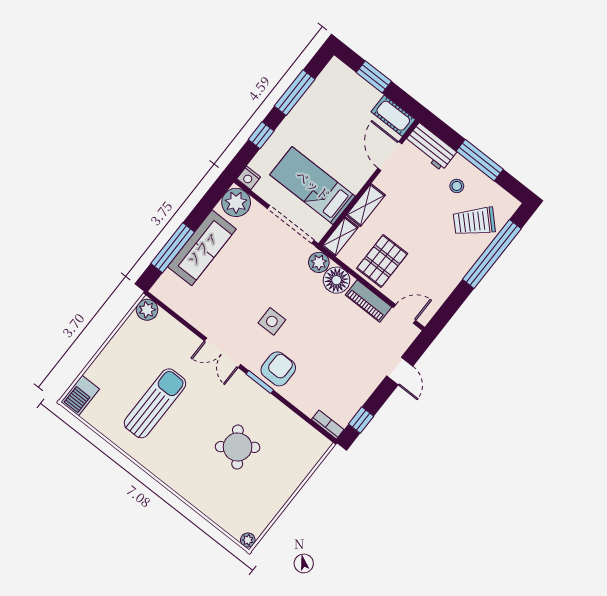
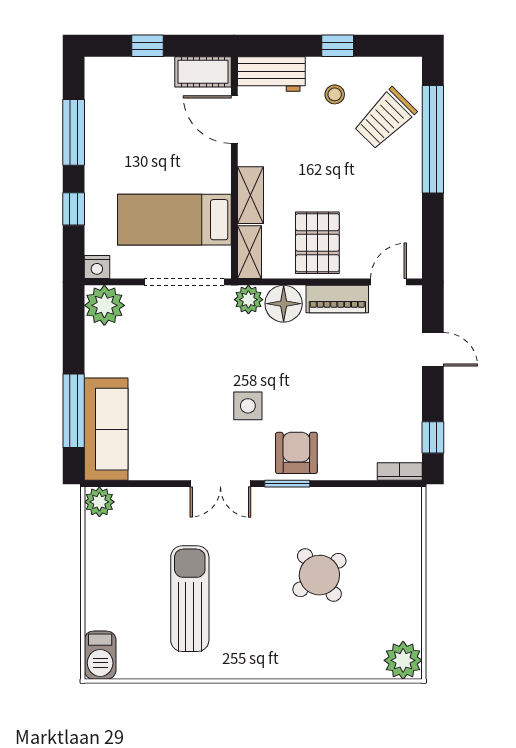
window: (374, 77) -> (147, 46), width x0.67
window: (480, 160) -> (338, 46), width x0.46
sofa: (202, 248) -> (106, 429), moved
plant: (248, 540) -> (403, 660), width x1.88, depth x1.88

